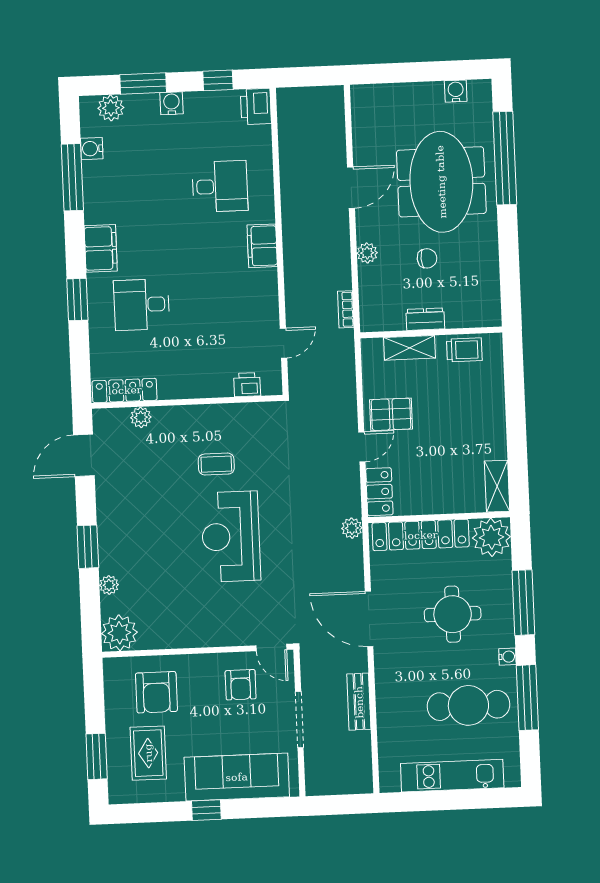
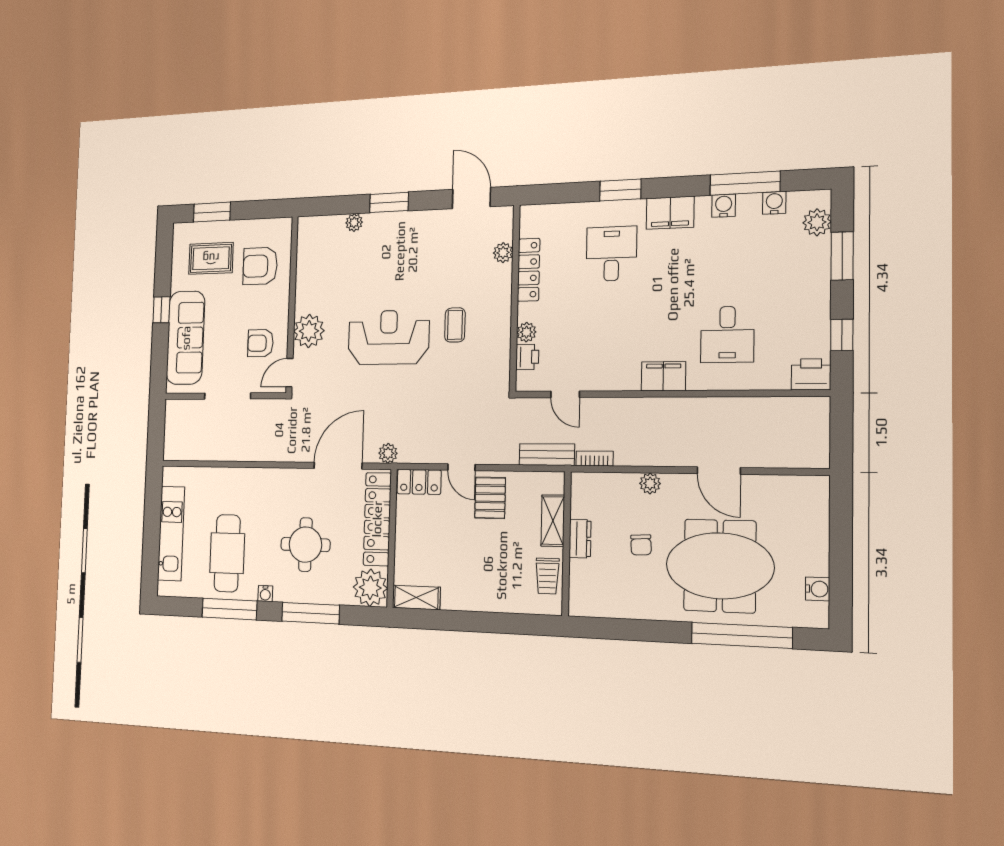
water cooler: (171, 103) -> (724, 206), moved, turned -90
plant: (222, 387) -> (526, 332), added
locker: (125, 390) -> (529, 270), moved
door: (369, 619) -> (338, 466), moved
plant: (119, 633) -> (309, 331), moved
bench: (359, 702) -> (547, 455), moved

